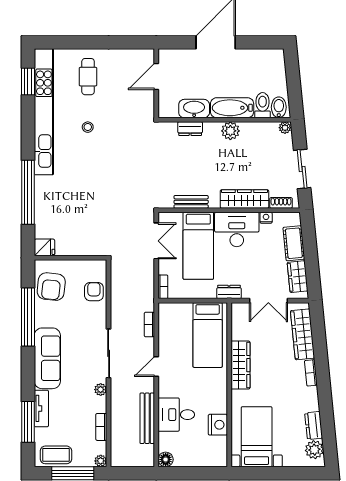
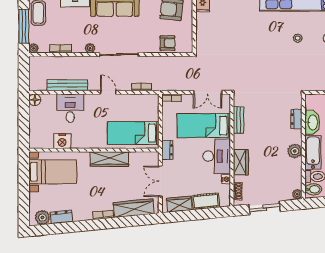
wardrobe: (244, 199) -> (241, 162), width x0.67

